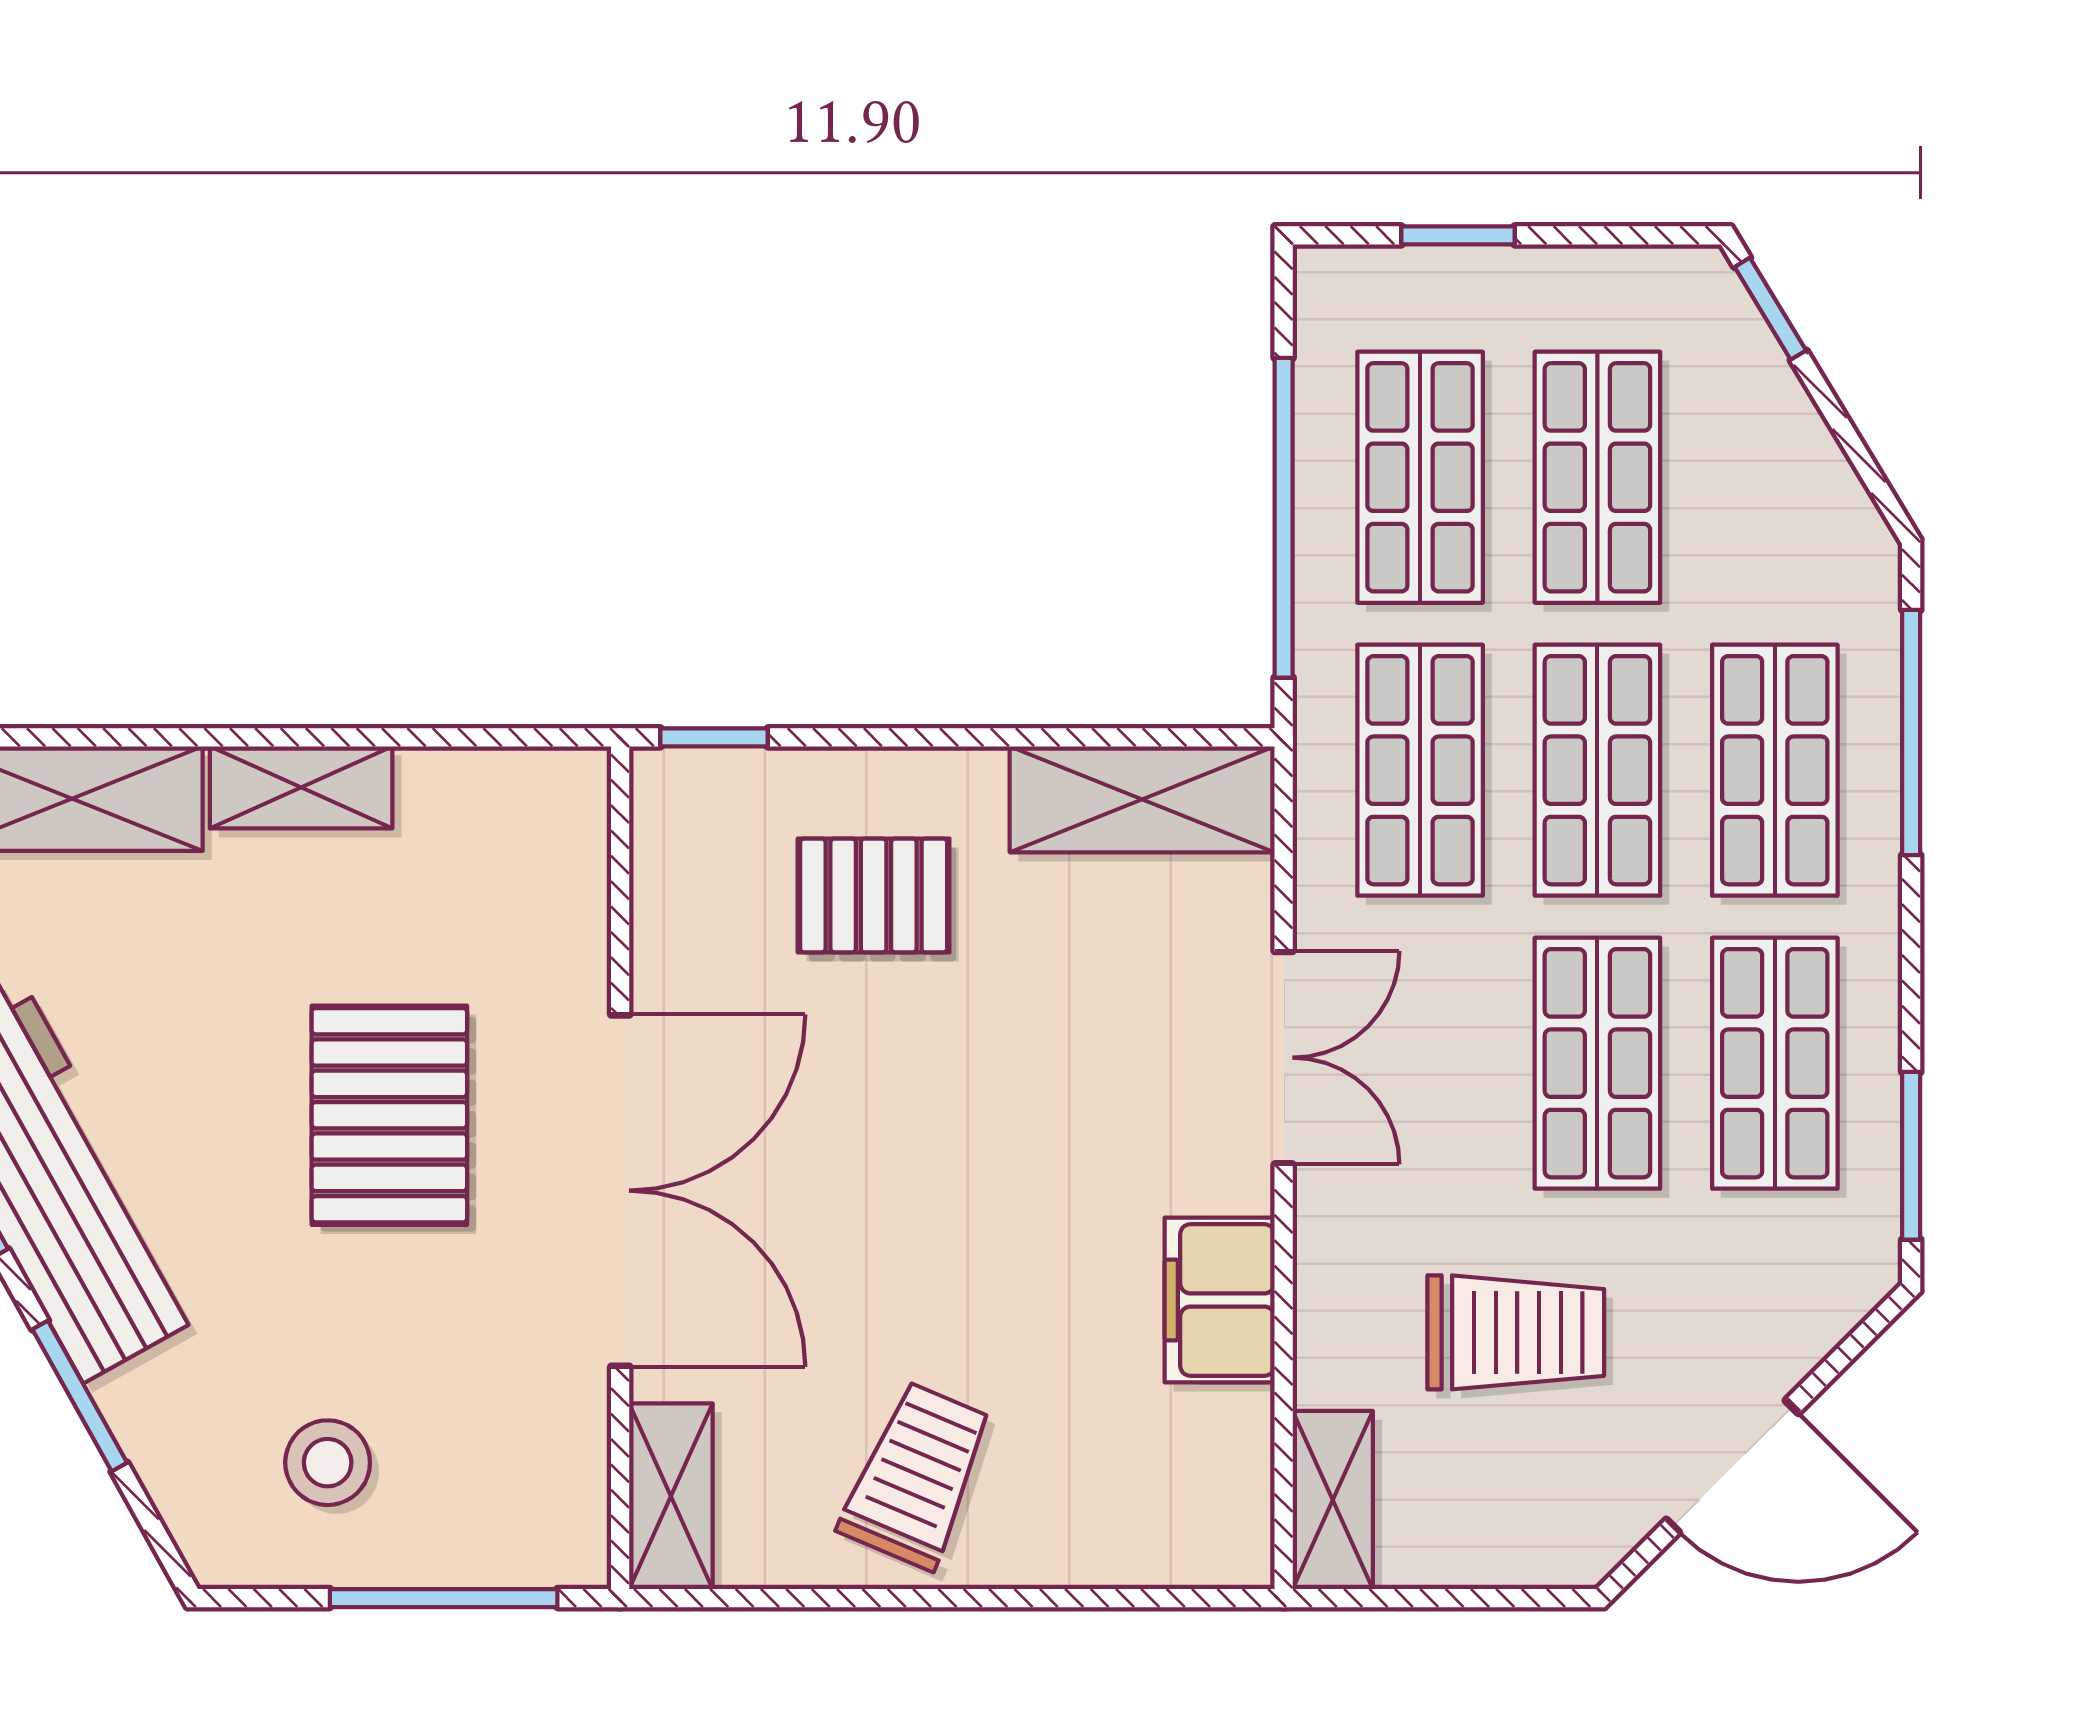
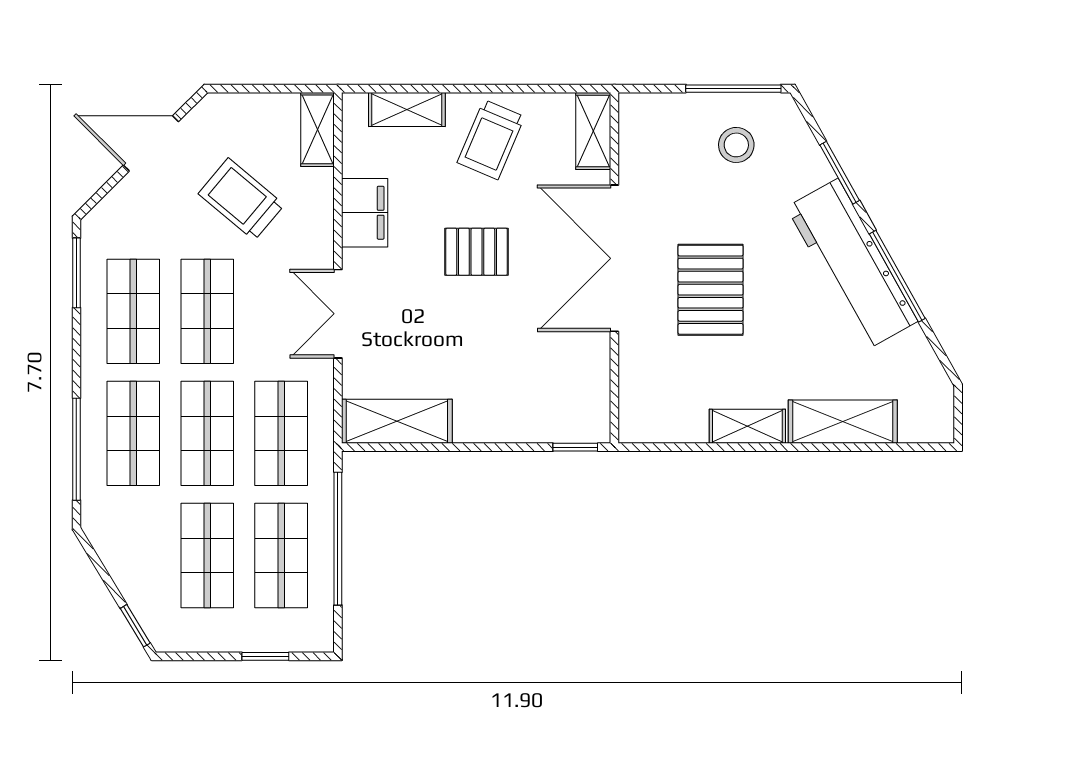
pallet: (874, 895) -> (477, 252), moved
trolley: (1516, 1332) -> (241, 199), turned 40
shelving: (1118, 1548) -> (407, 109), added
window: (444, 1598) -> (733, 89), moved

